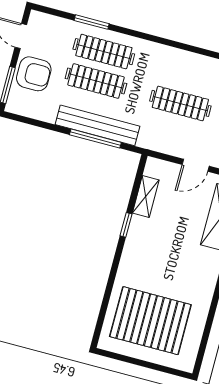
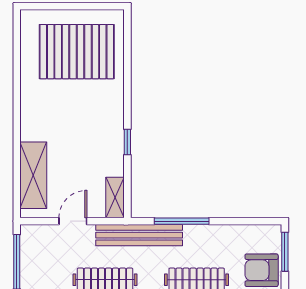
bench: (97, 125) -> (139, 235), moved
shelving: (146, 196) -> (115, 198), moved

